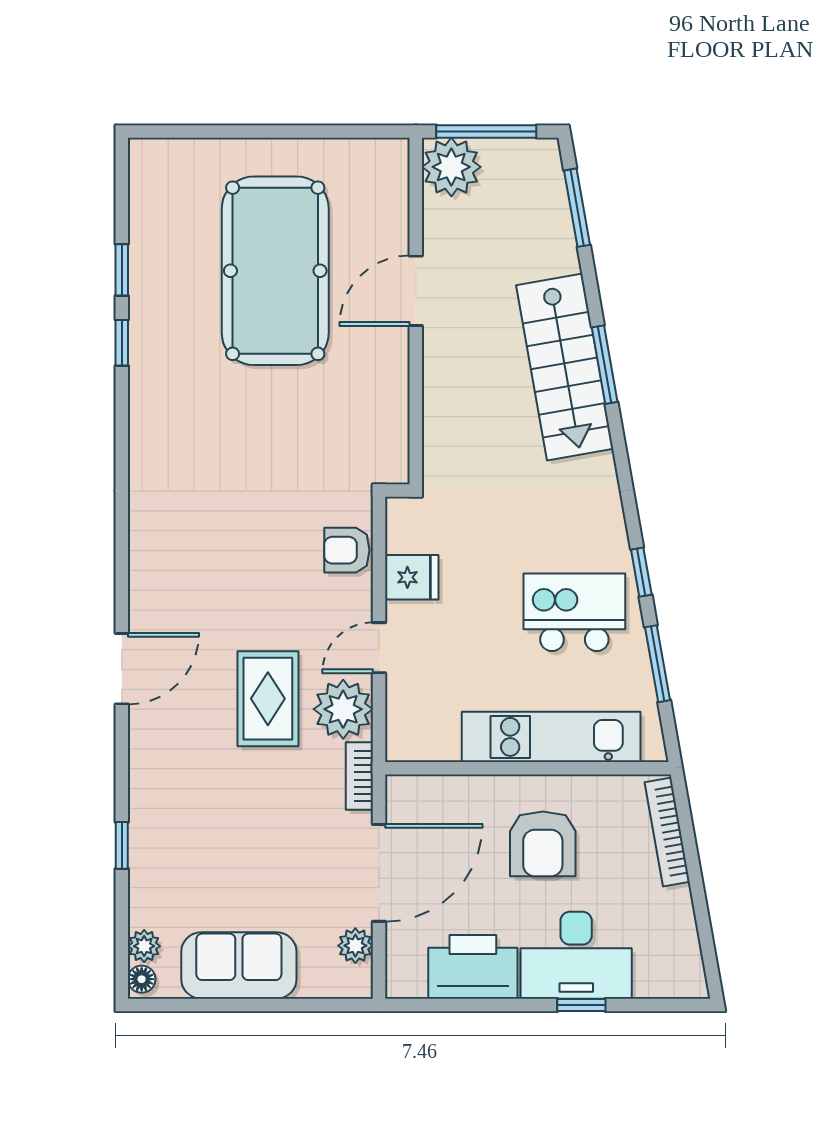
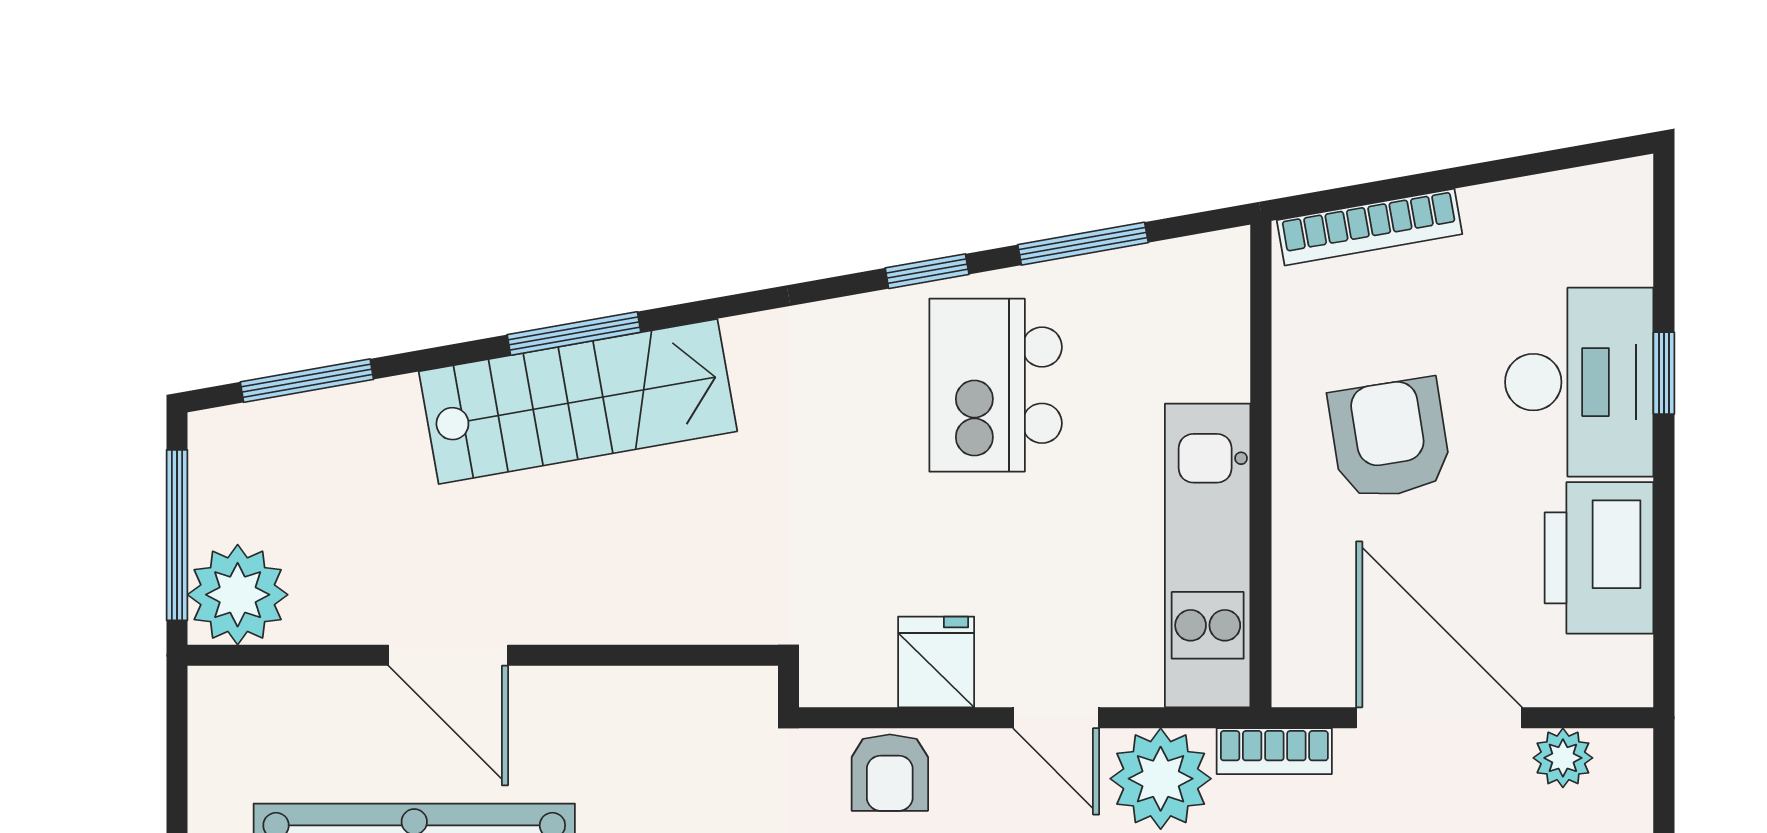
kitchen unit: (551, 737) -> (1208, 555), moved
armchair: (543, 844) -> (1390, 439), turned -99

